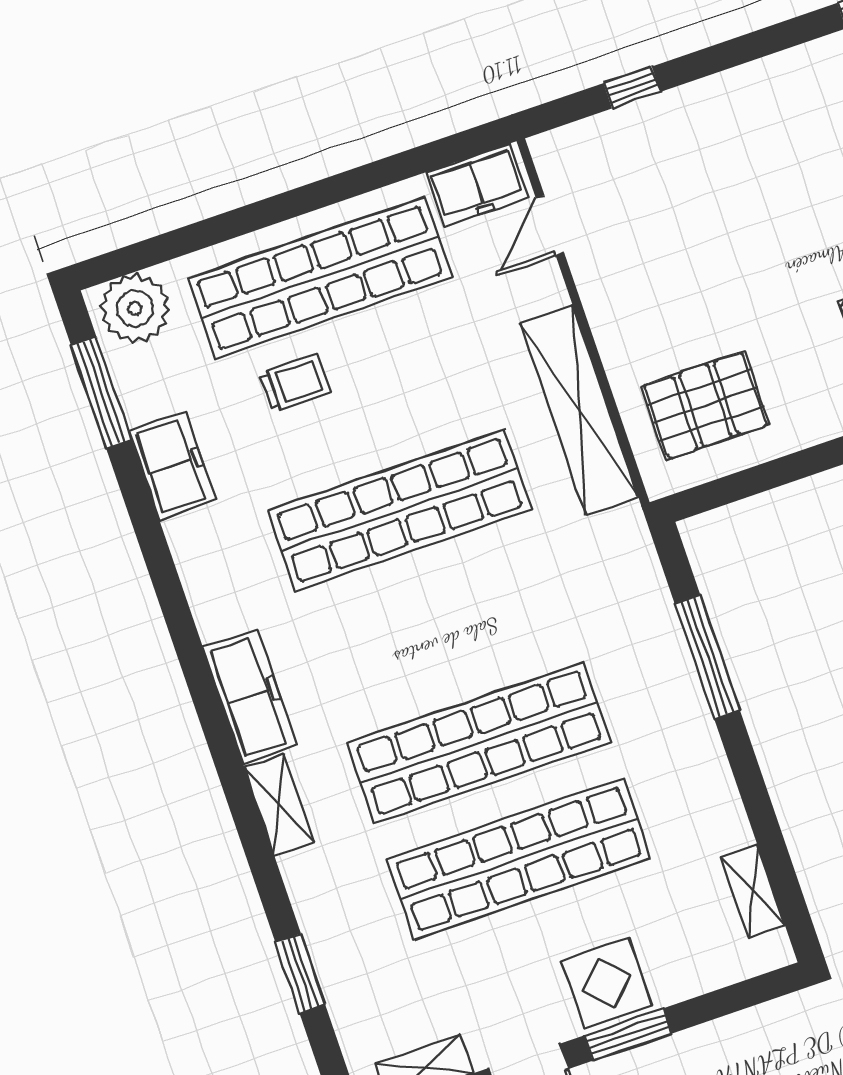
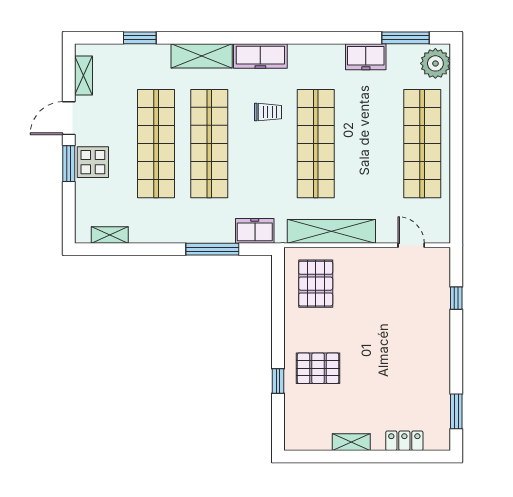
freezer: (477, 185) -> (255, 231), moved, turned 90
trolley: (295, 383) -> (268, 112), moved, turned -90
shelving: (279, 805) -> (202, 56), width x1.50, depth x1.33

